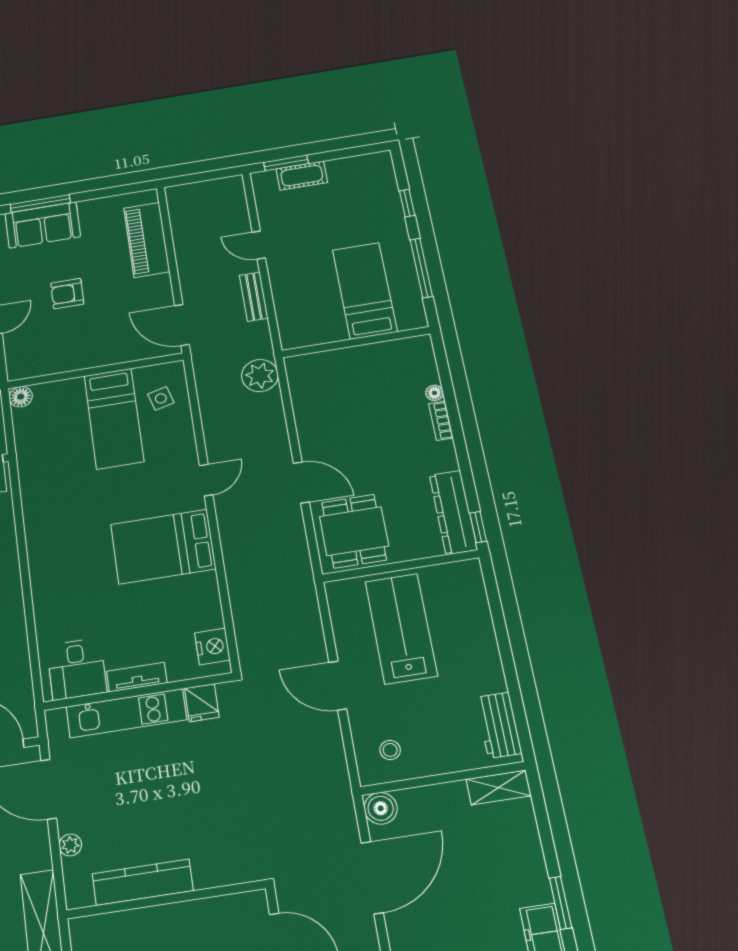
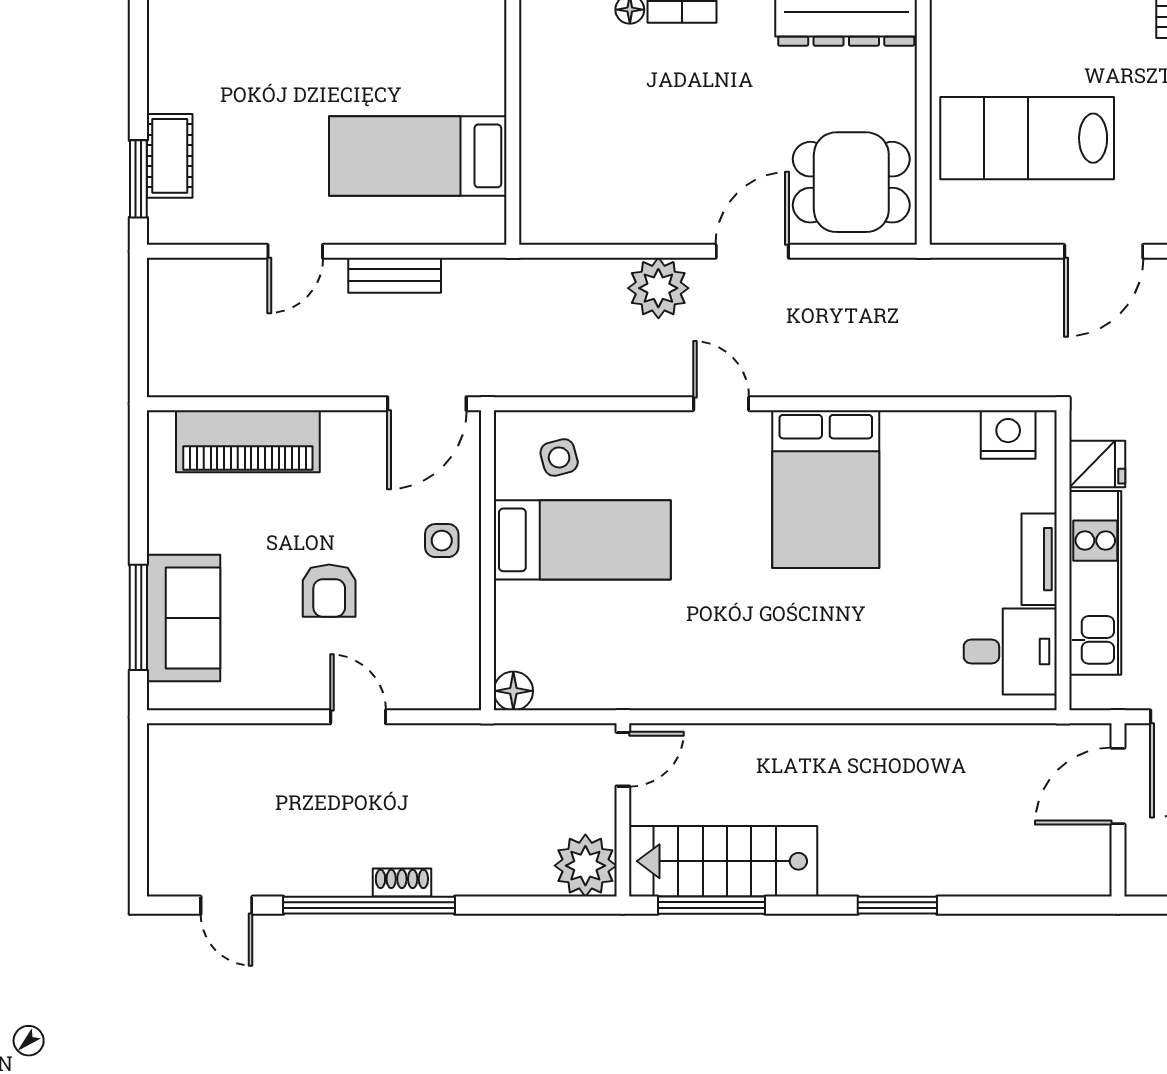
bed: (365, 291) -> (418, 156), moved
side table: (104, 346) -> (442, 541), added
plant: (260, 376) -> (658, 288), moved

